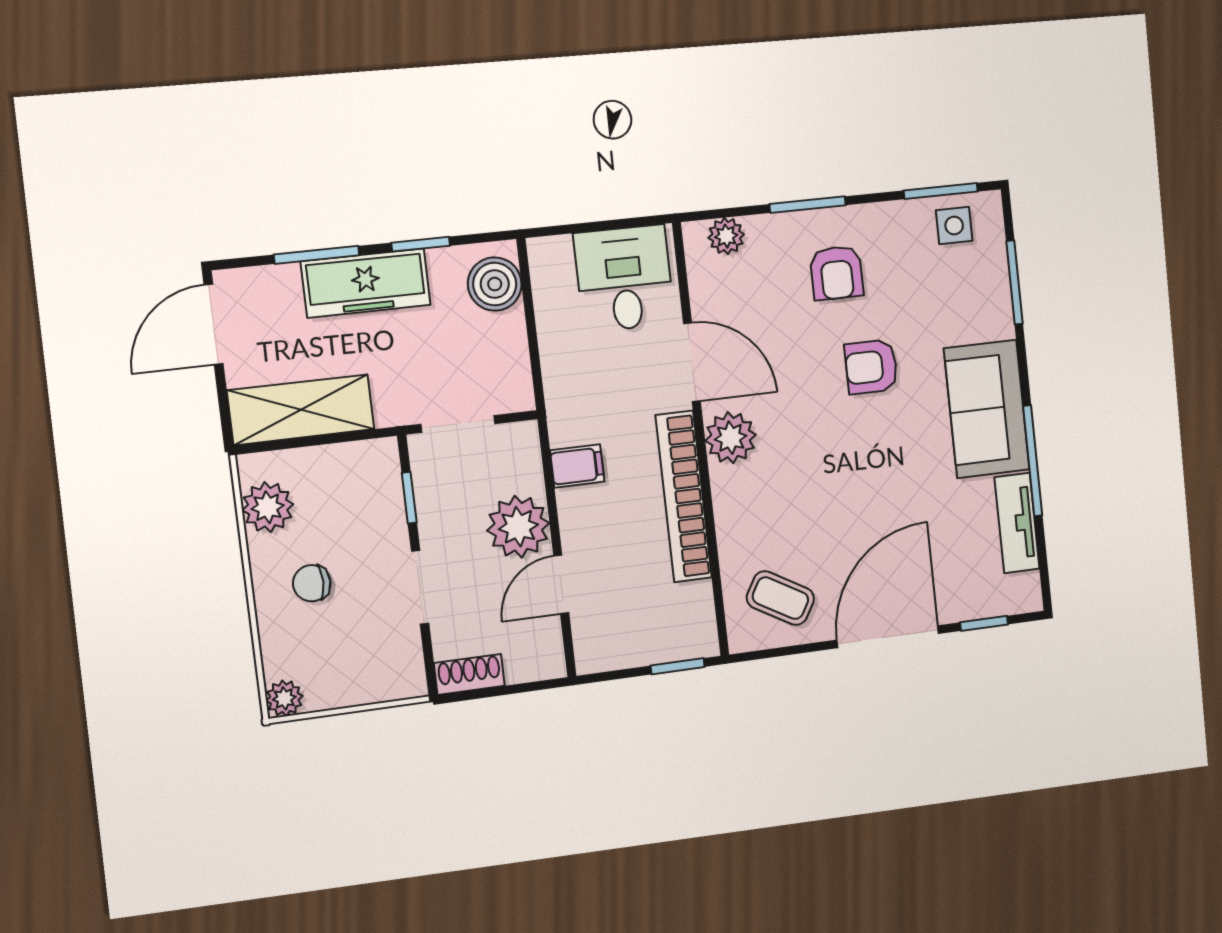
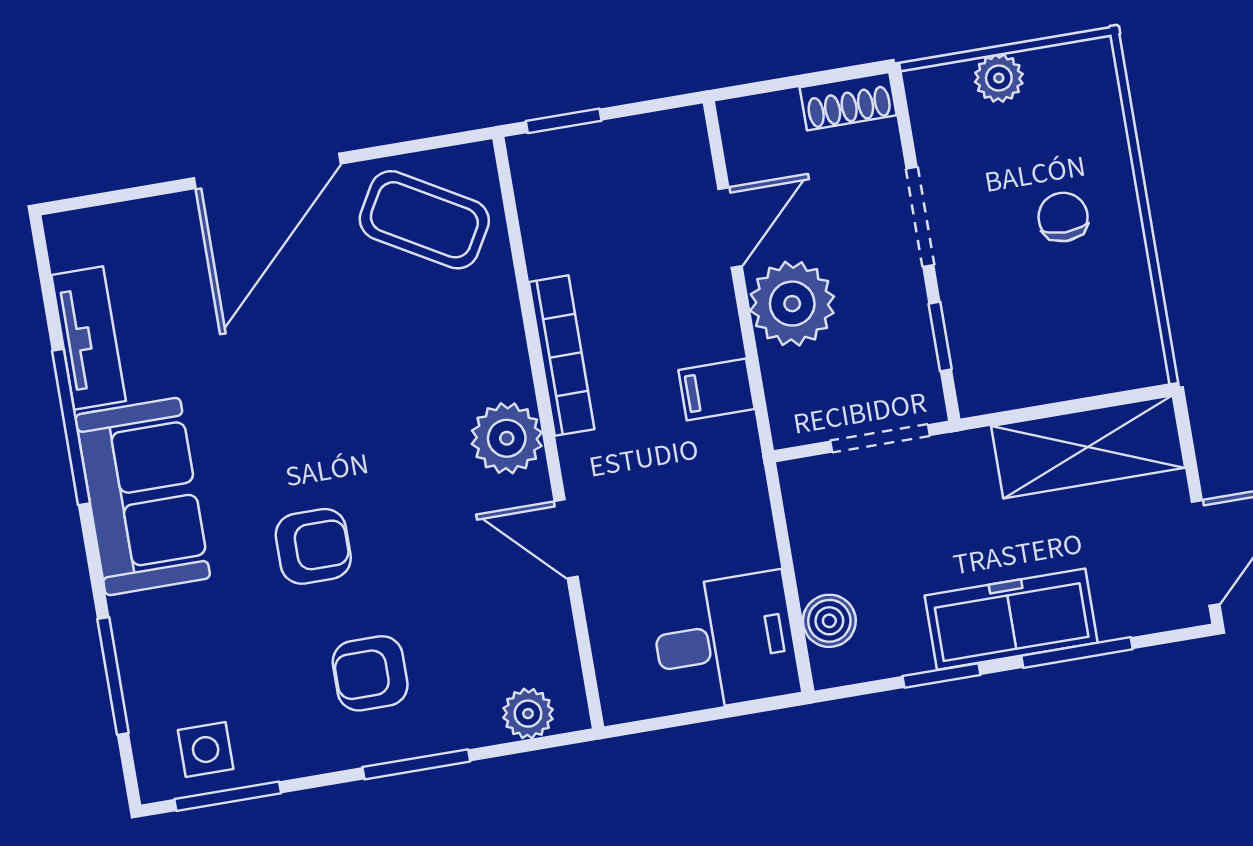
armchair: (837, 273) -> (370, 673), turned -90
desk: (624, 278) -> (725, 642), moved, turned -90
boiler: (495, 284) -> (829, 621), width x0.73, depth x0.73
door: (692, 362) -> (566, 539), width x0.73
bookcase: (684, 497) -> (562, 356), width x0.68, depth x0.76
plant: (268, 507) -> (1125, 316), removed
chair: (312, 583) -> (1063, 217), turned -90
coffee table: (780, 598) -> (424, 220), width x1.36, depth x1.30
window: (984, 623) -> (128, 194), removed
plant: (284, 698) -> (999, 78), moved

